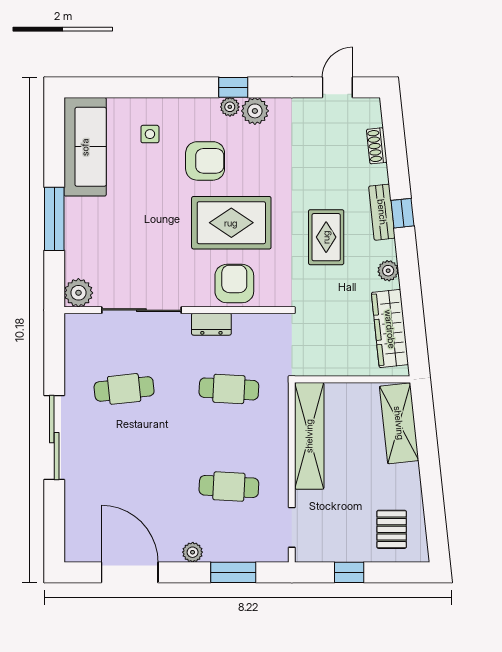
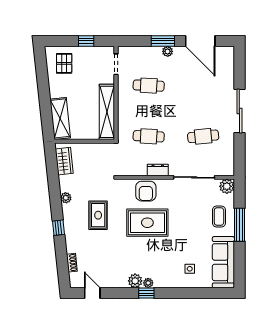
door: (337, 87) -> (92, 293), swing flipped
armchair: (205, 161) -> (161, 255), removed
bench: (382, 212) -> (69, 228), removed
coffee table: (94, 235) -> (219, 217), added
wardrobe: (390, 329) -> (64, 161), width x0.67
window: (233, 572) -> (163, 41), moved

